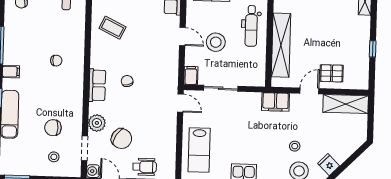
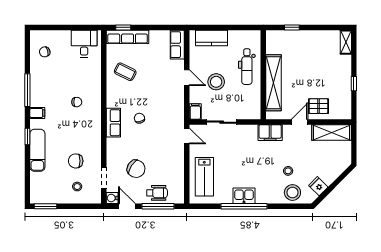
plant: (97, 123) -> (114, 156), removed

